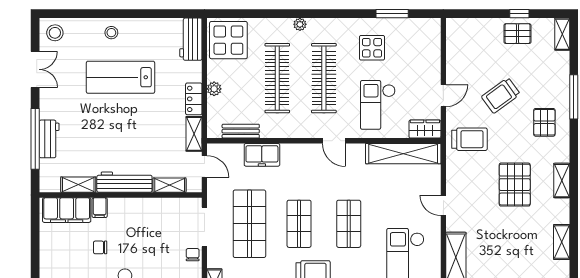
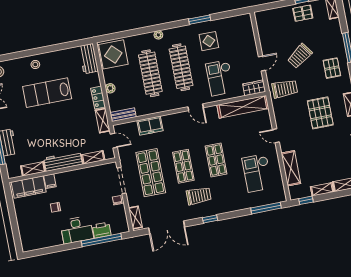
window: (392, 14) -> (200, 20), moved
bench: (241, 131) -> (123, 115), moved

